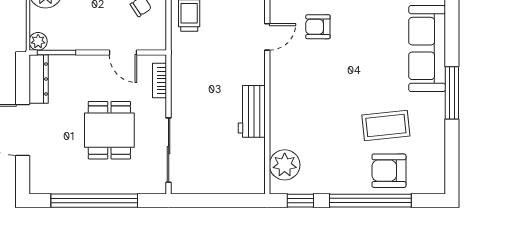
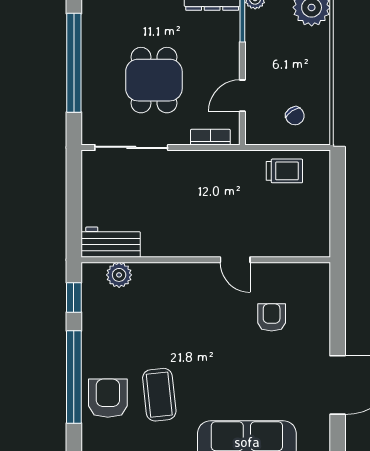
door: (267, 37) -> (235, 260), moved
workbench: (252, 111) -> (111, 242), moved
dining table: (109, 130) -> (154, 80), turned 90
plant: (285, 165) -> (119, 275), width x0.73, depth x0.73

